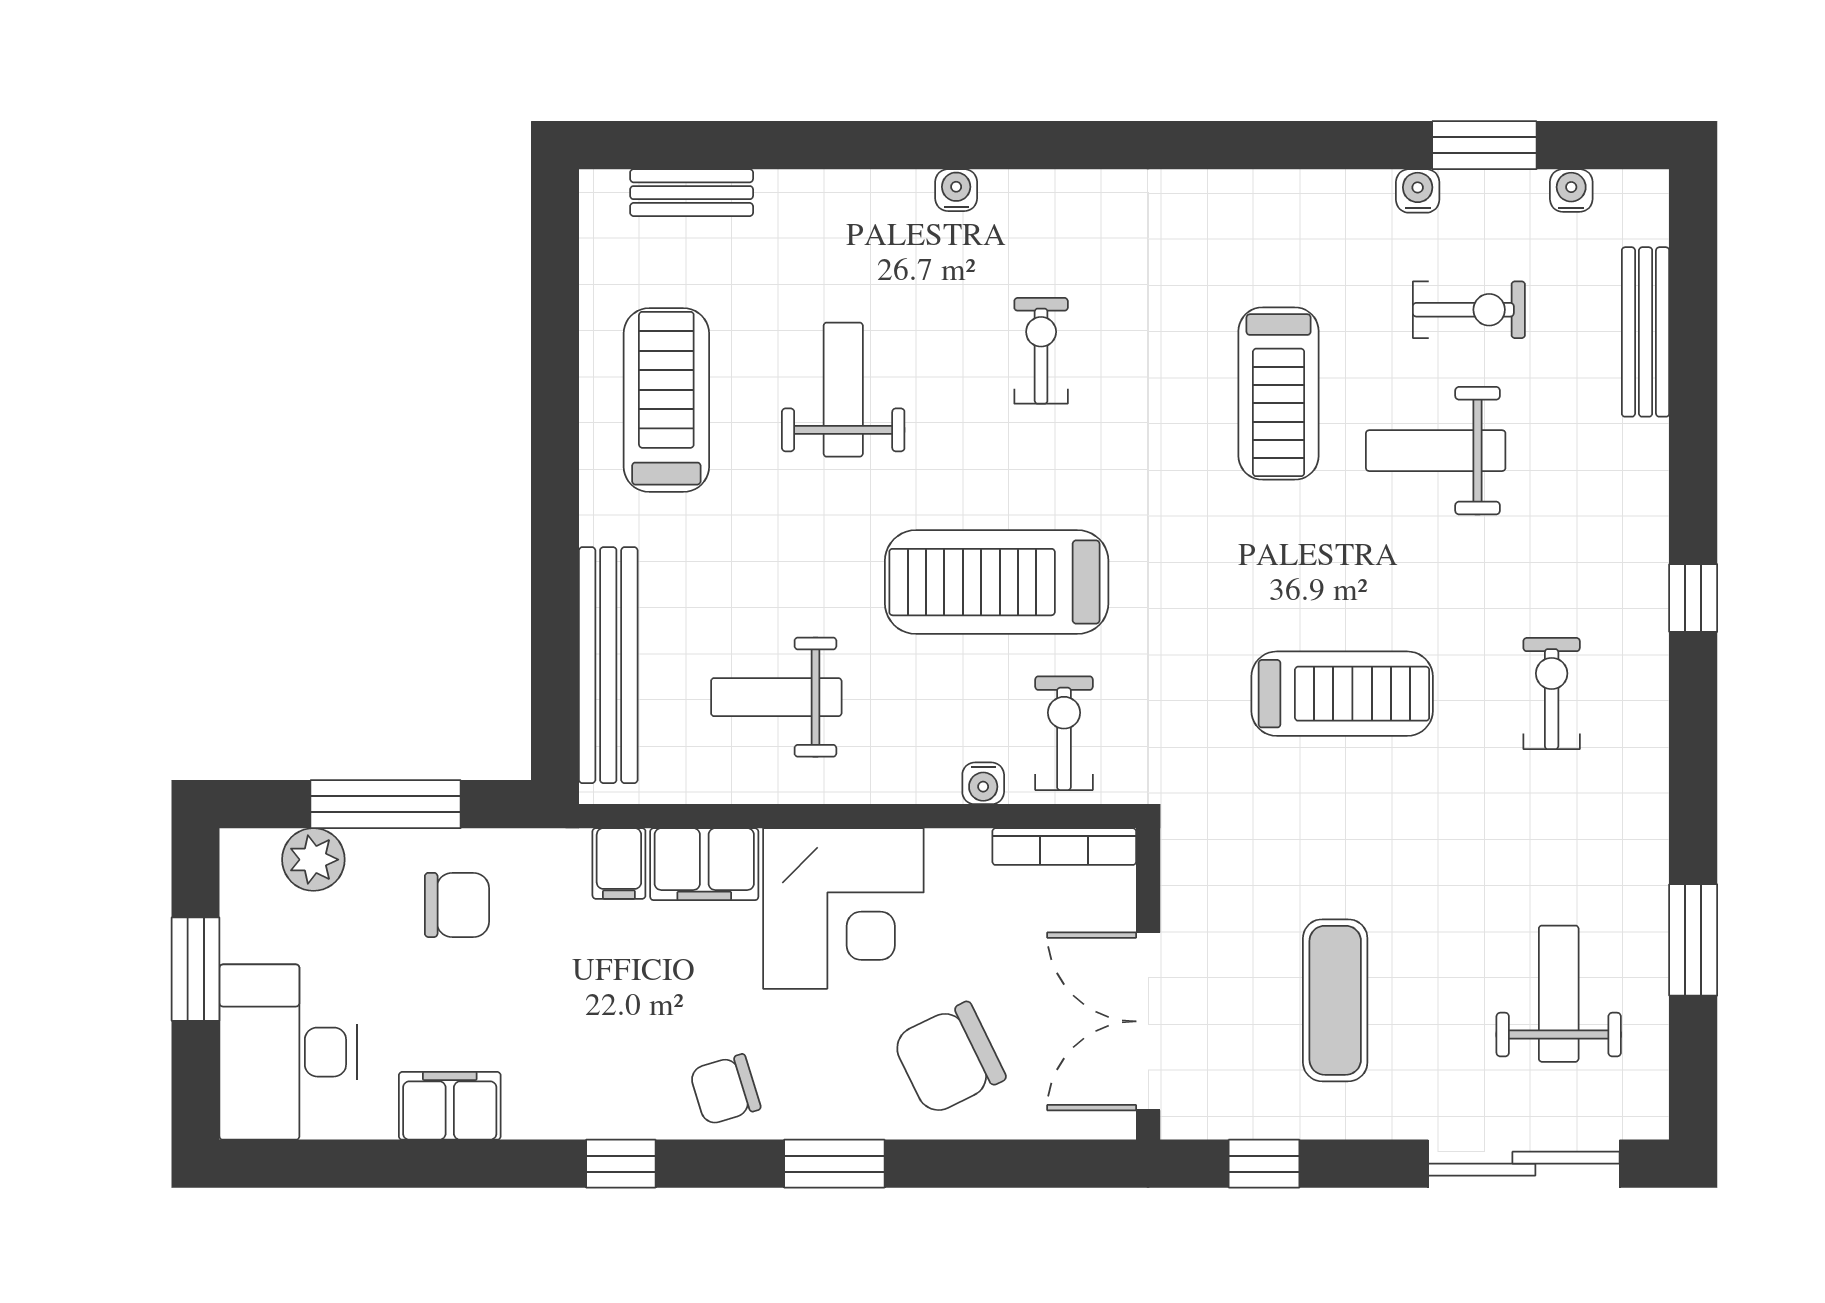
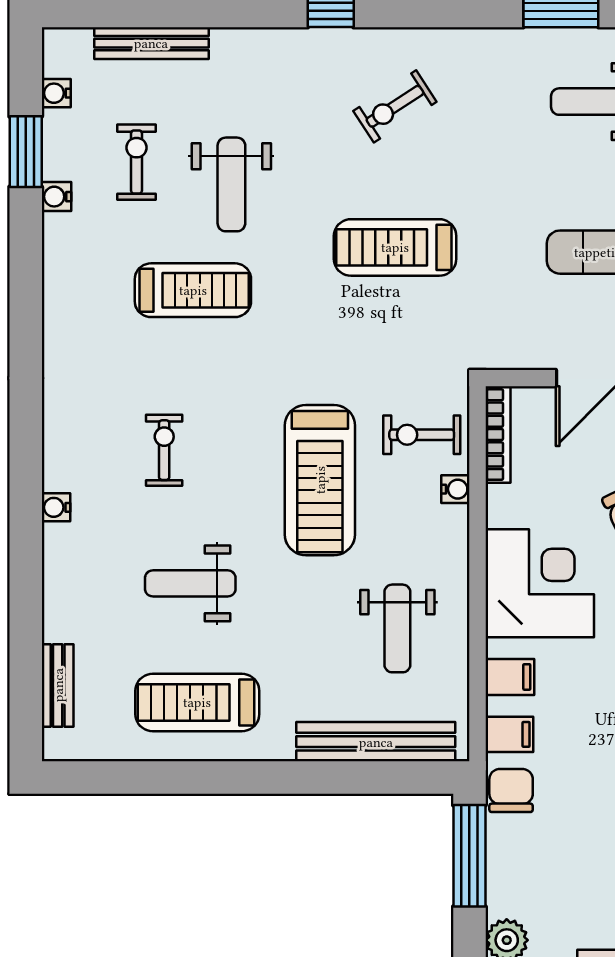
exercise bike: (1041, 351) -> (164, 450), turned 90
treadmill: (1342, 694) -> (395, 247), turned -90
exercise bike: (1552, 694) -> (395, 106), turned -33
window: (386, 804) -> (469, 856), moved
filing cabinet: (704, 864) -> (510, 677), width x0.50
chair: (457, 905) -> (511, 790), moved

